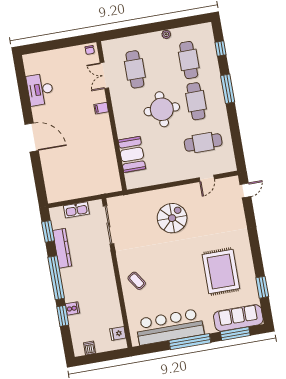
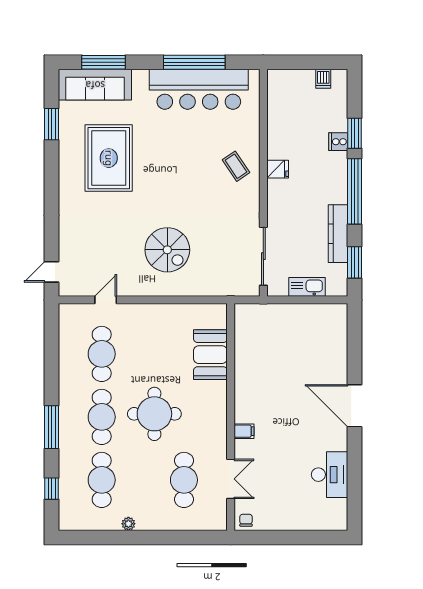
cafe table: (203, 142) -> (102, 354), turned 90
spiral stairs: (172, 218) -> (167, 250), turned -90
fridge: (118, 333) -> (278, 169), moved
window: (190, 342) -> (194, 62), moved

